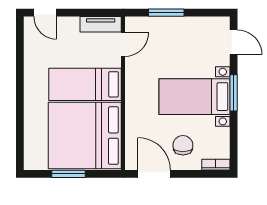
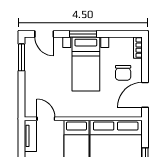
window: (166, 13) -> (22, 57), moved
door: (234, 42) -> (44, 34), swing flipped
chair: (183, 145) -> (123, 73), turned -90

